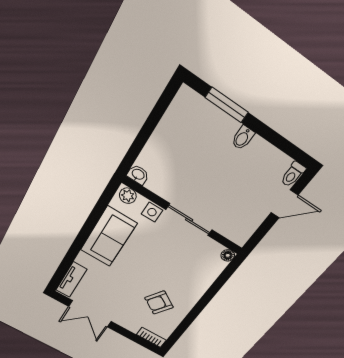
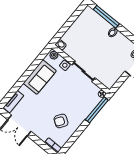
window: (227, 105) -> (106, 17), width x1.44
window: (220, 282) -> (97, 110), added

